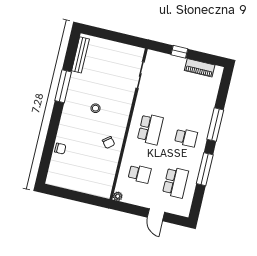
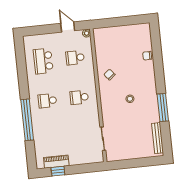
window: (179, 52) -> (58, 171), moved
window: (215, 125) -> (27, 120), width x1.46
school desk: (150, 129) -> (79, 97), width x0.54
window: (205, 169) -> (23, 80), removed
door: (156, 215) -> (68, 27), moved

